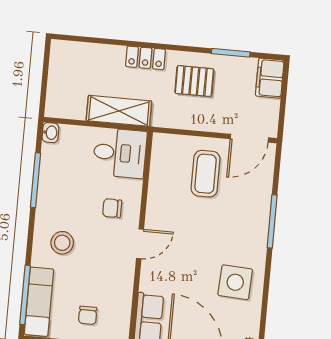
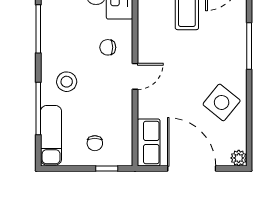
side table: (235, 282) -> (222, 102), turned 36
window: (25, 295) -> (38, 108), moved

